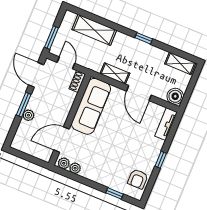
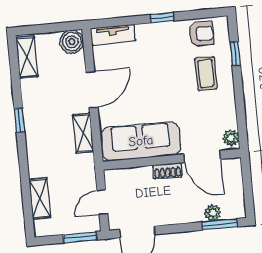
shelving: (94, 30) -> (40, 198), width x0.67, depth x0.75
shoe rack: (77, 81) -> (168, 171), moved
window: (24, 105) -> (220, 224), moved
plant: (28, 115) -> (213, 213), moved
plant: (75, 168) -> (230, 120), removed
coffee table: (112, 169) -> (206, 73), added

